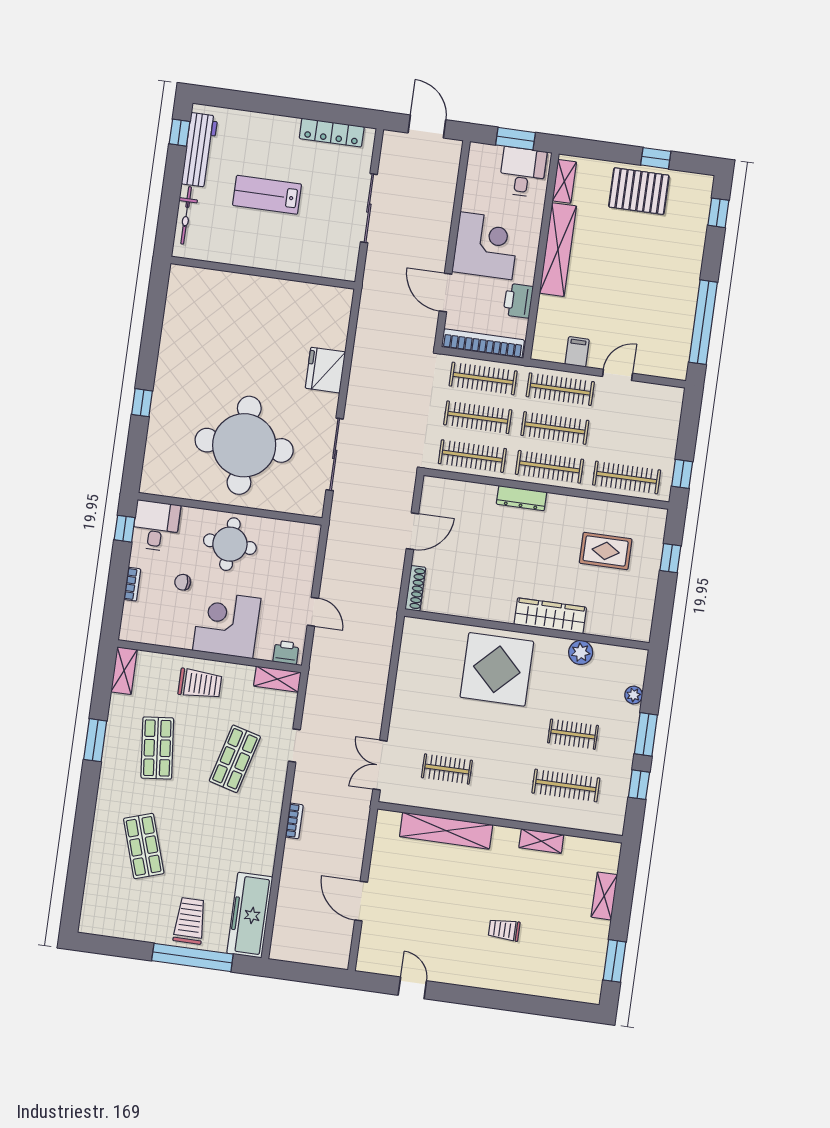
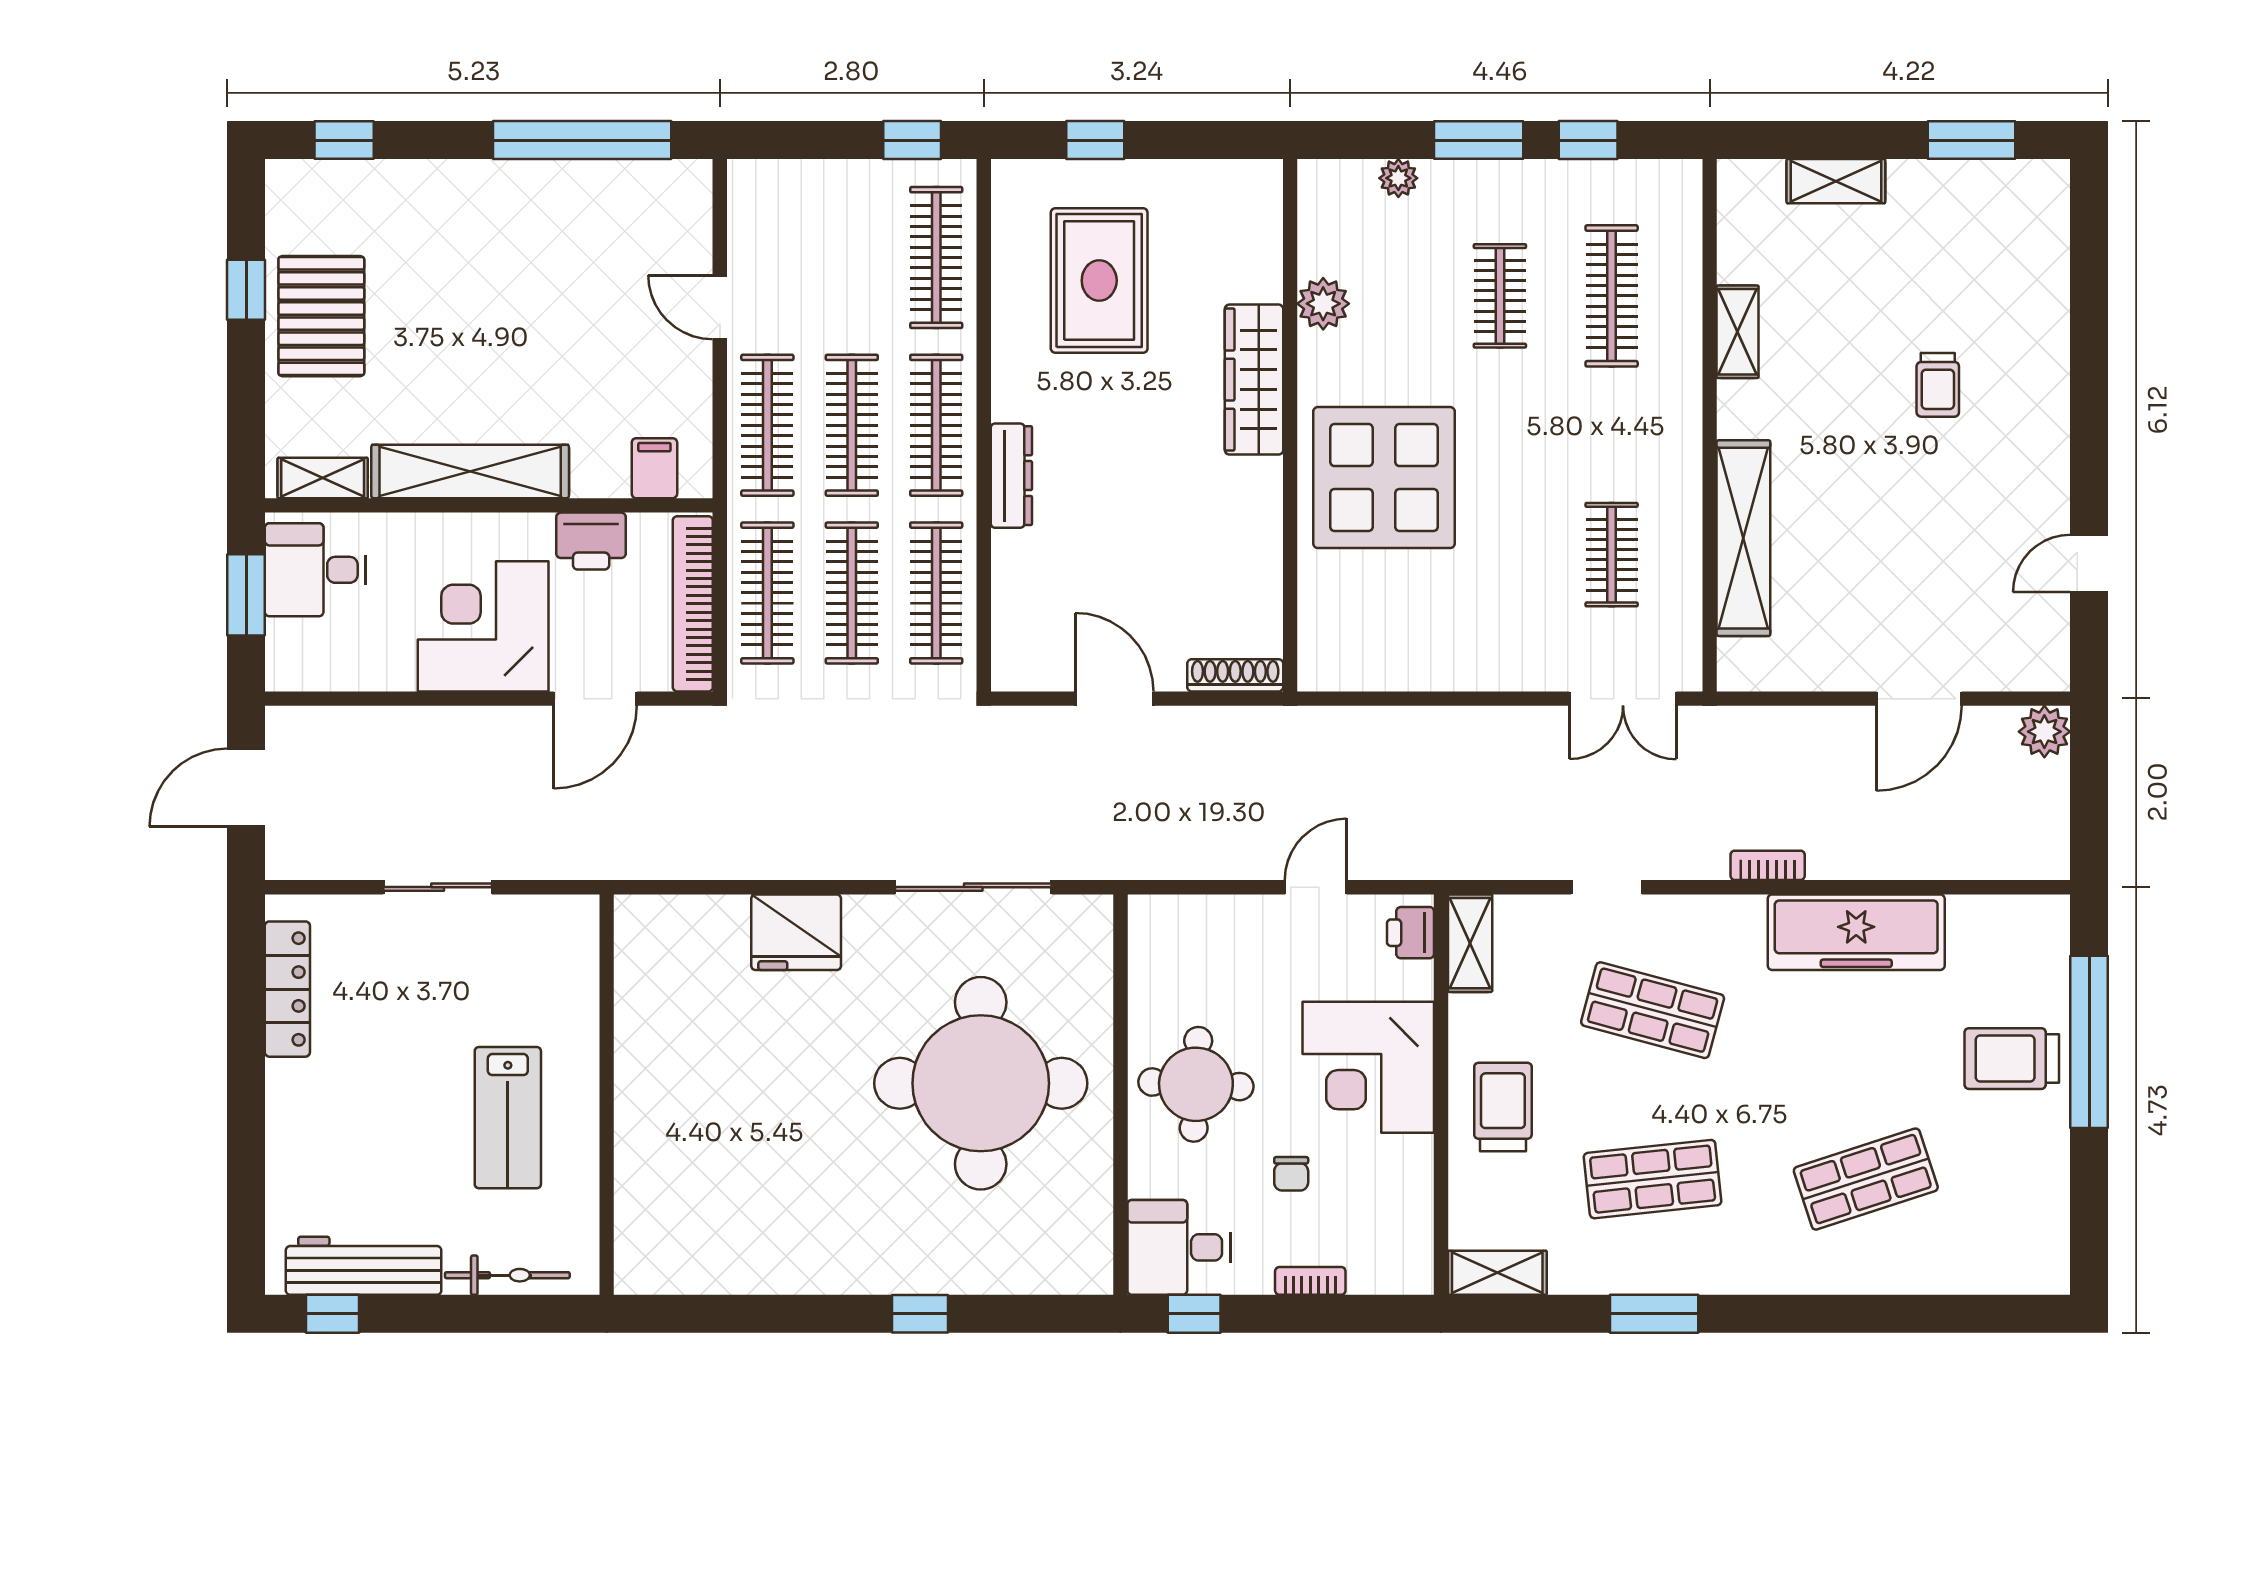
lab bench: (267, 195) -> (508, 1118), moved
sliding door: (369, 208) -> (438, 887), width x0.73
filing cabinet: (577, 352) -> (654, 468), moved, turned 90
rug: (606, 551) -> (1099, 281), width x1.36, depth x1.43
freezer: (250, 915) -> (1856, 932), moved
plant: (338, 957) -> (2044, 732), added

